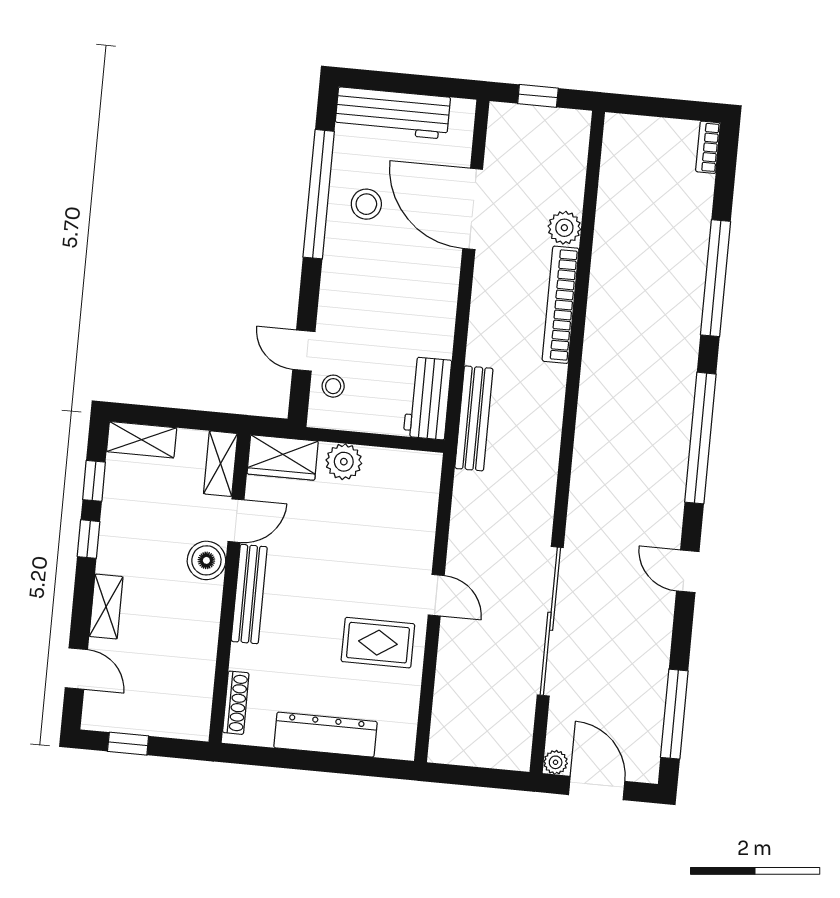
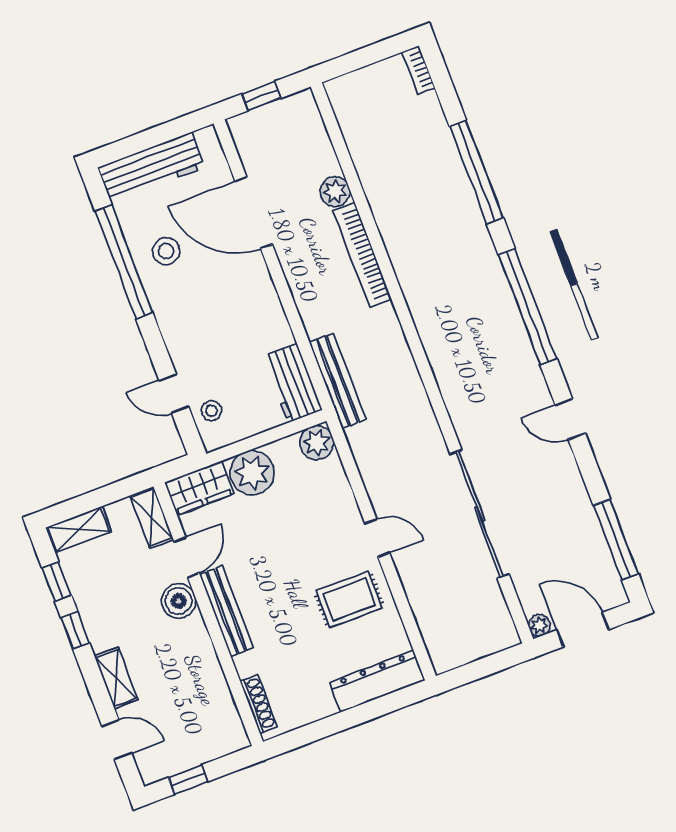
plant: (344, 462) -> (252, 473), width x1.36, depth x1.36
plant: (423, 470) -> (317, 443), added
dresser: (326, 735) -> (377, 681), moved

